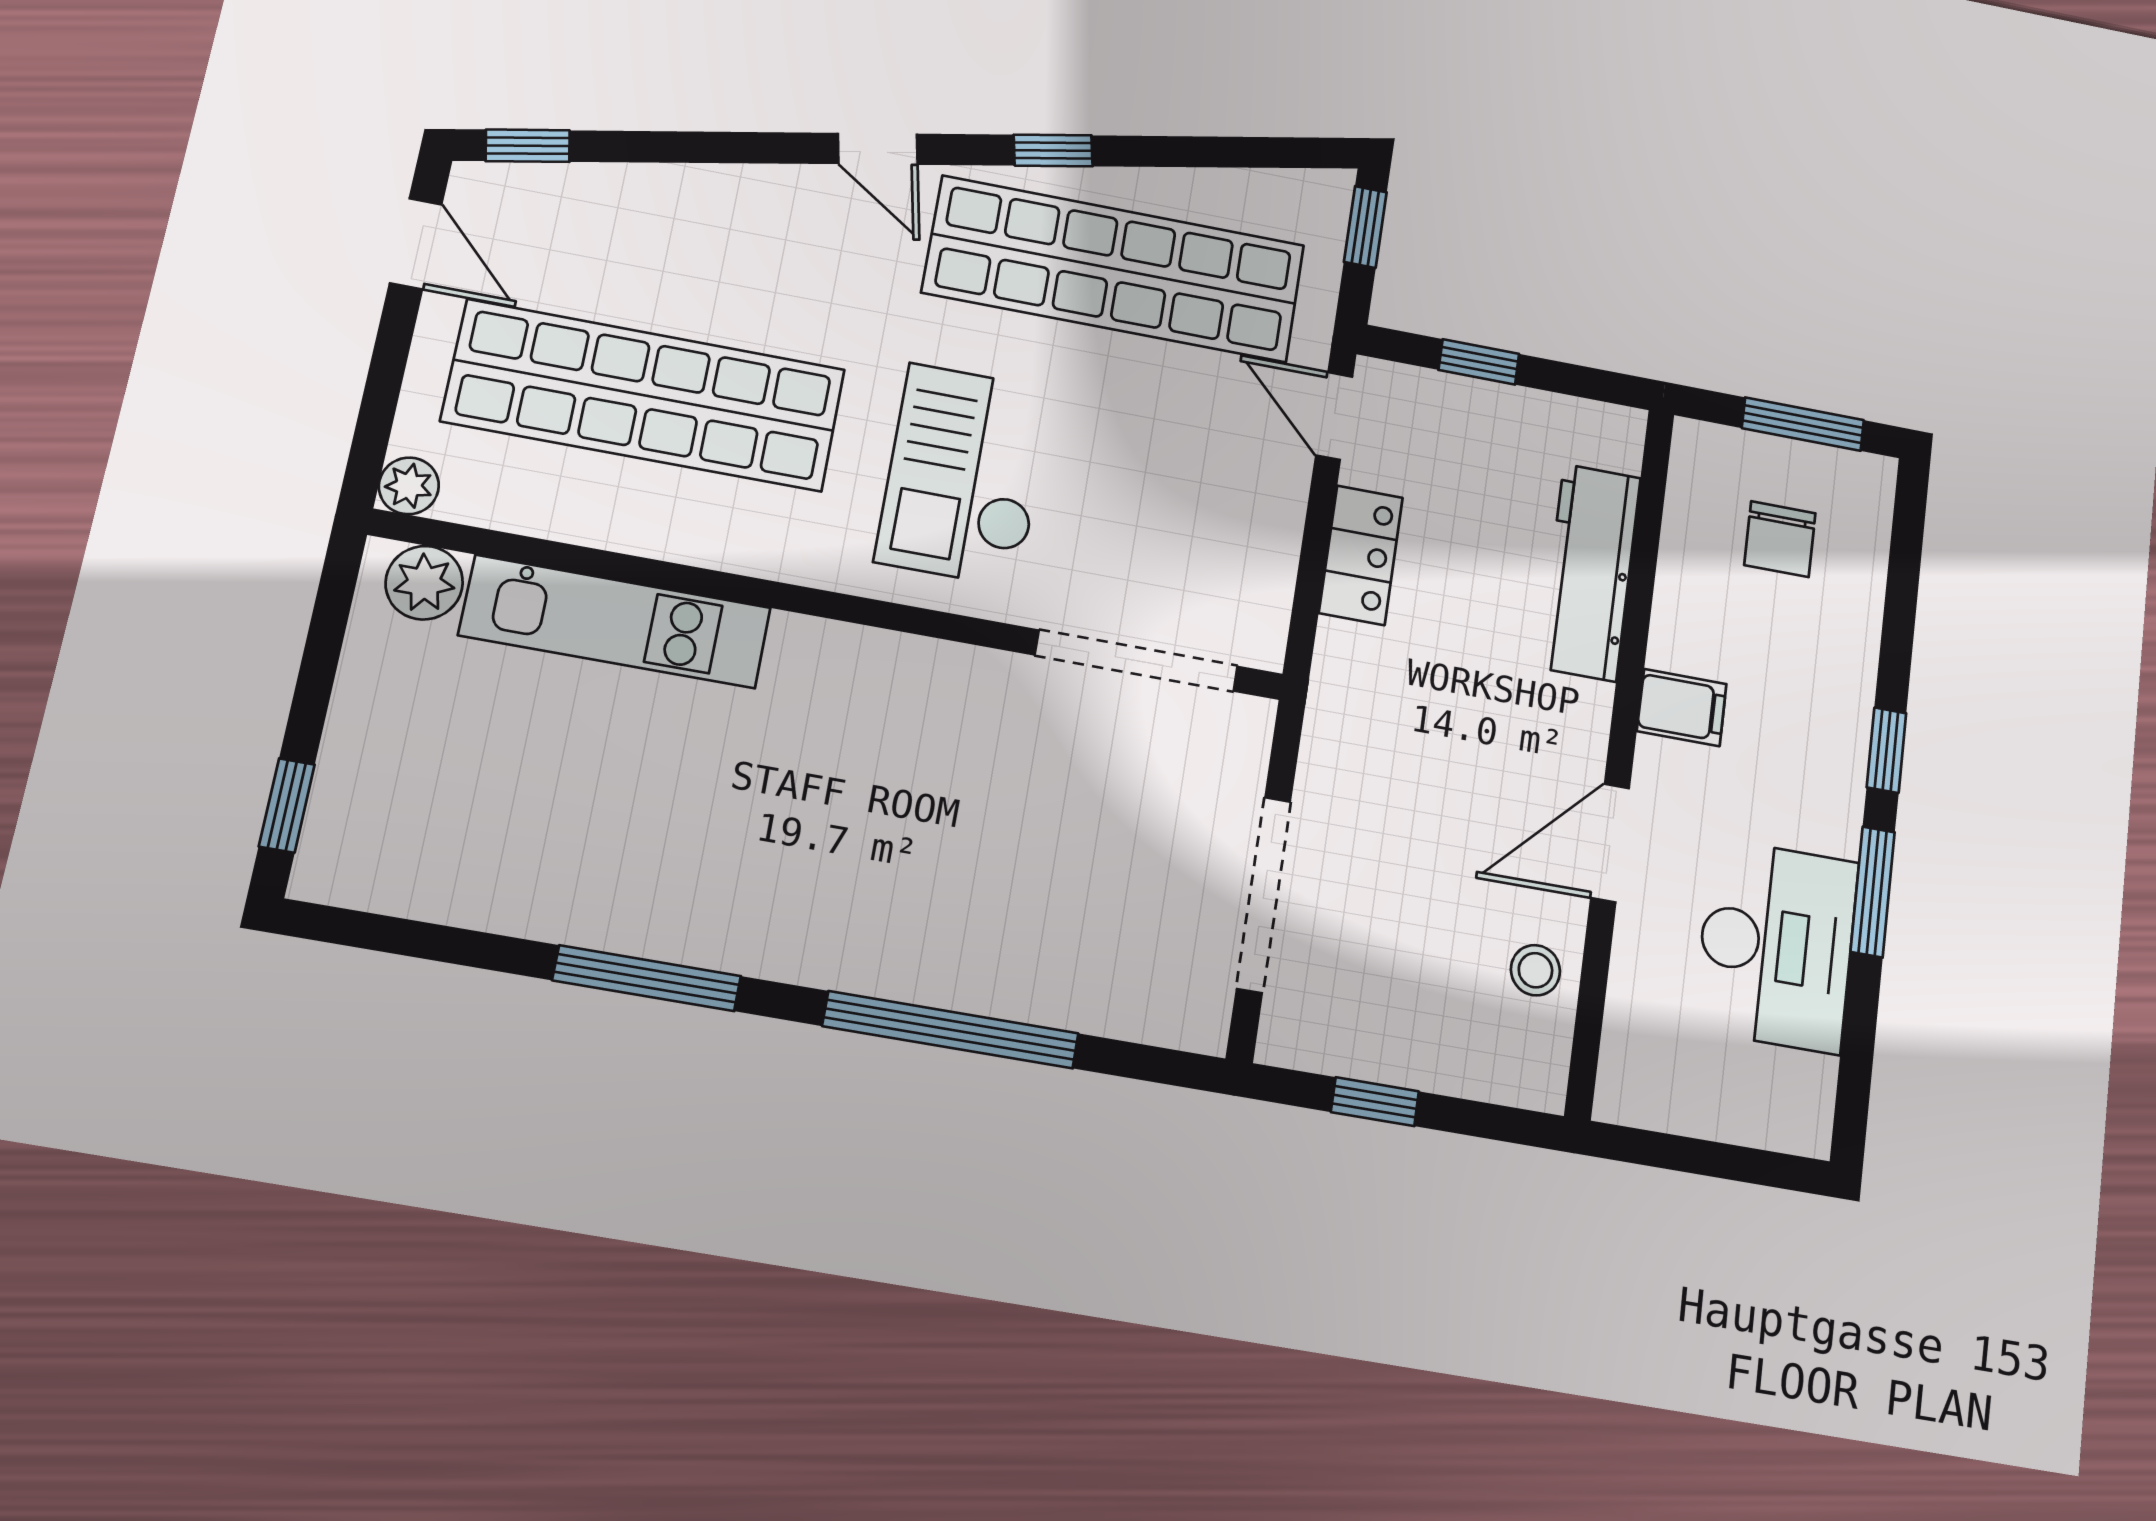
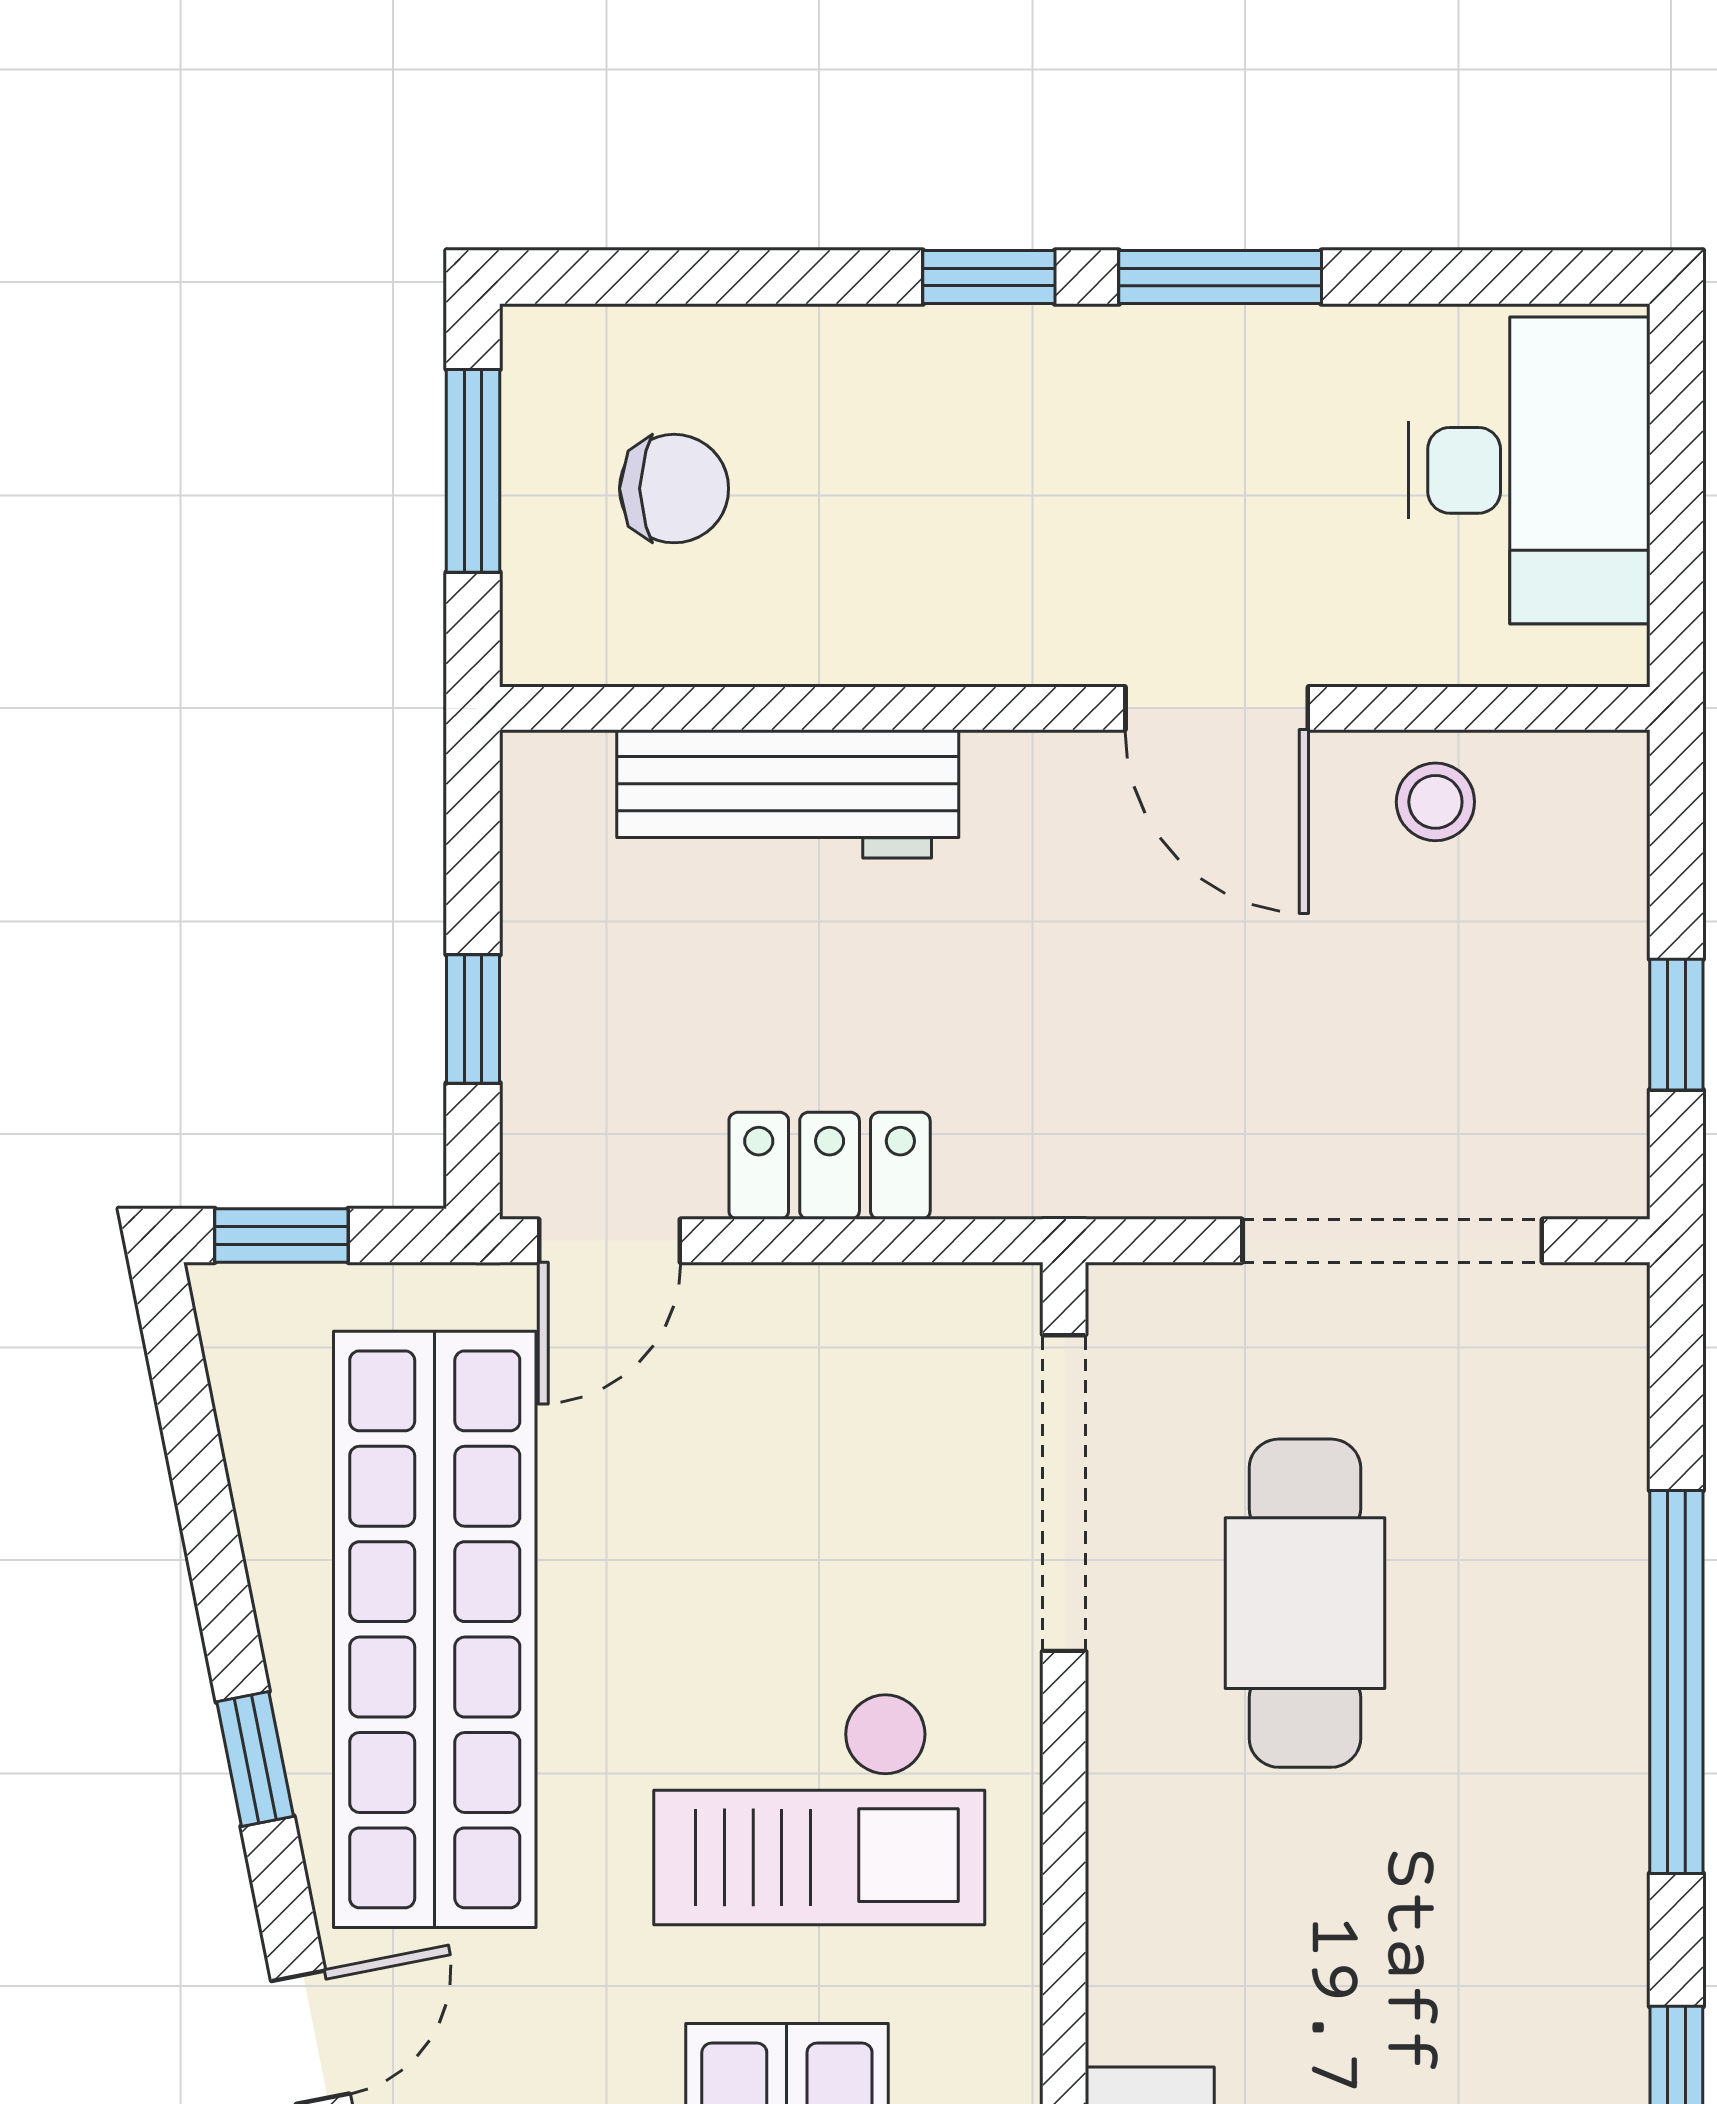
filing cabinet: (1682, 708) -> (981, 619), removed
cafe table: (1042, 799) -> (1305, 1603), added
desk: (1776, 946) -> (1529, 470), moved, turned 90

